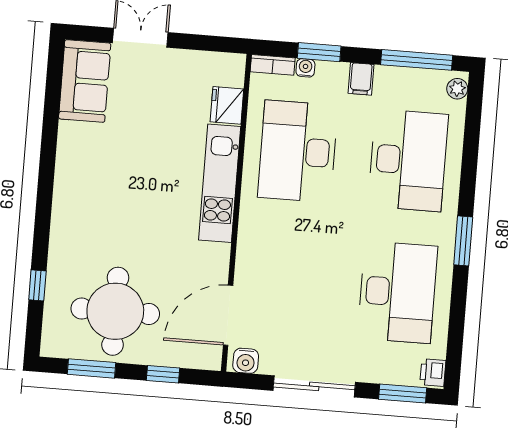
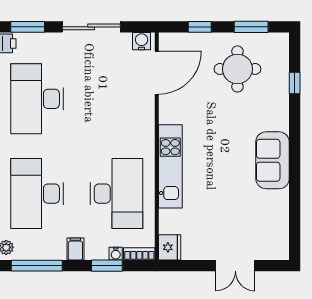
sofa: (85, 81) -> (273, 160), moved
fridge: (227, 105) -> (170, 247), moved
round table: (115, 311) -> (237, 69), width x0.73, depth x0.73

